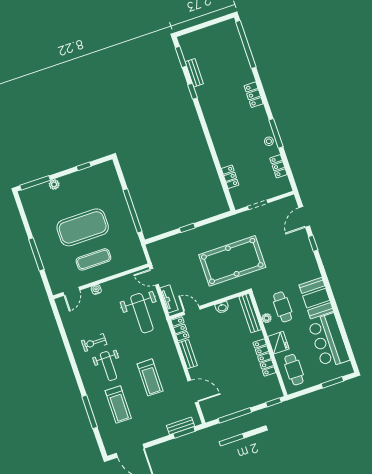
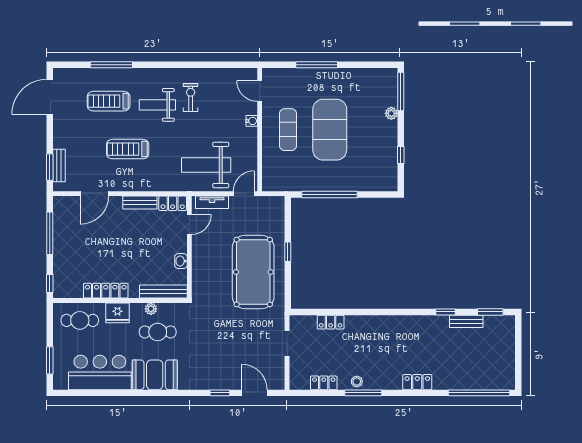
pool table: (232, 261) -> (253, 272), moved

